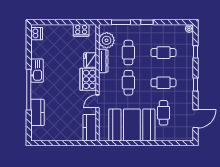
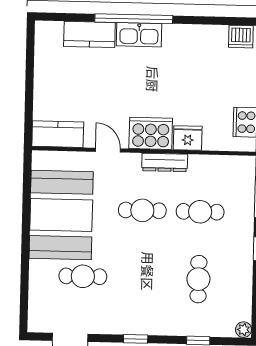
plant: (107, 40) -> (225, 170), removed
dresser: (103, 61) -> (165, 162), moved
kitchen sink: (37, 71) -> (139, 35), moved
cafe table: (163, 83) -> (141, 278), removed

